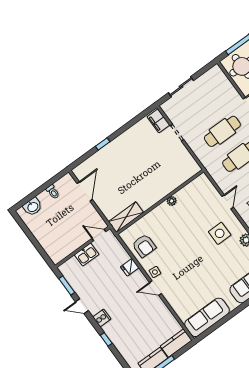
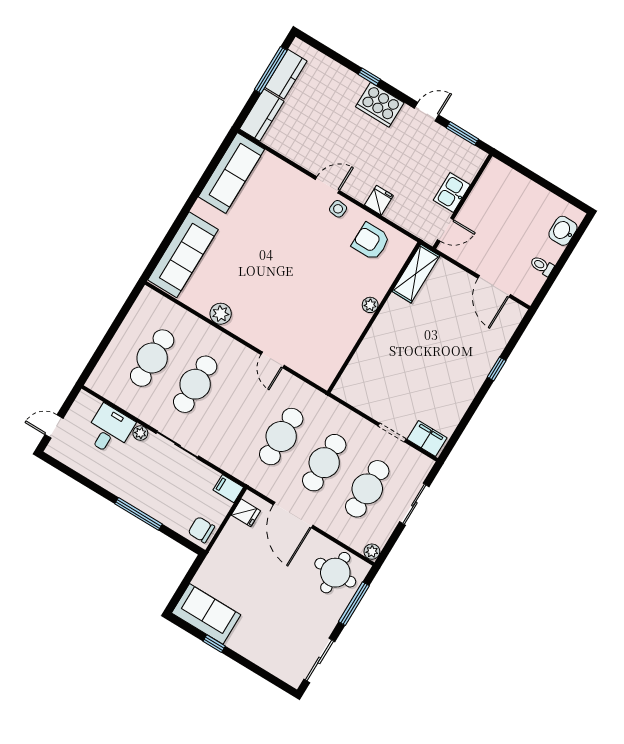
plant: (216, 70) -> (372, 552), added
cafe table: (204, 106) -> (367, 489), added
plant: (172, 201) -> (370, 305), moved
side table: (220, 233) -> (265, 307), removed
cooker: (102, 318) -> (380, 105), width x1.87, depth x1.31

